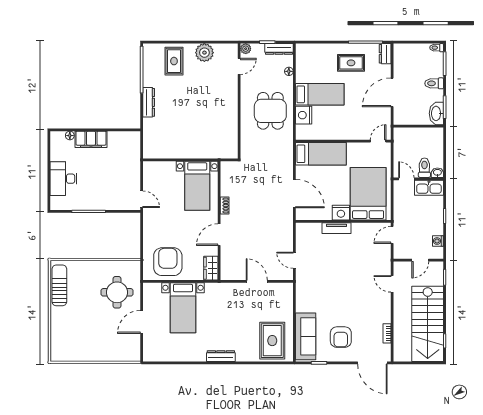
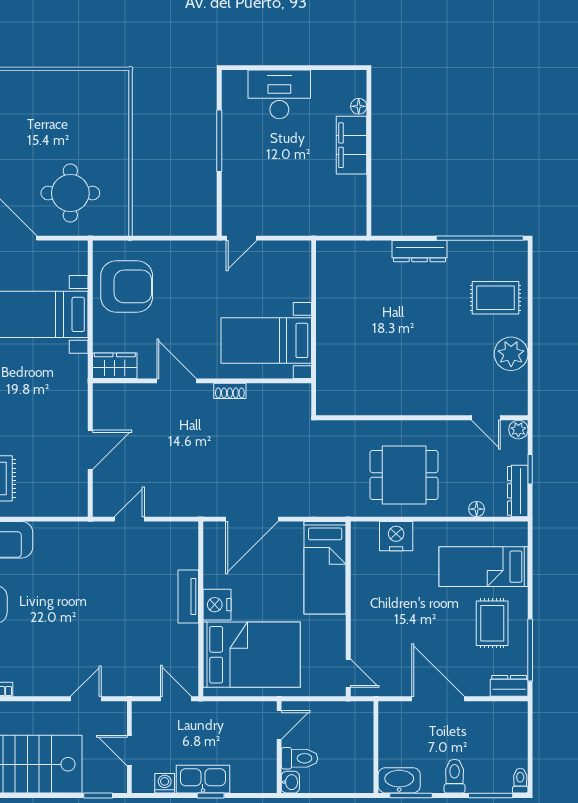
bed: (320, 94) -> (483, 567), moved, turned 90
kitchen sink: (429, 188) -> (203, 779), moved, turned 90
sun lounger: (59, 285) -> (83, 87), removed

